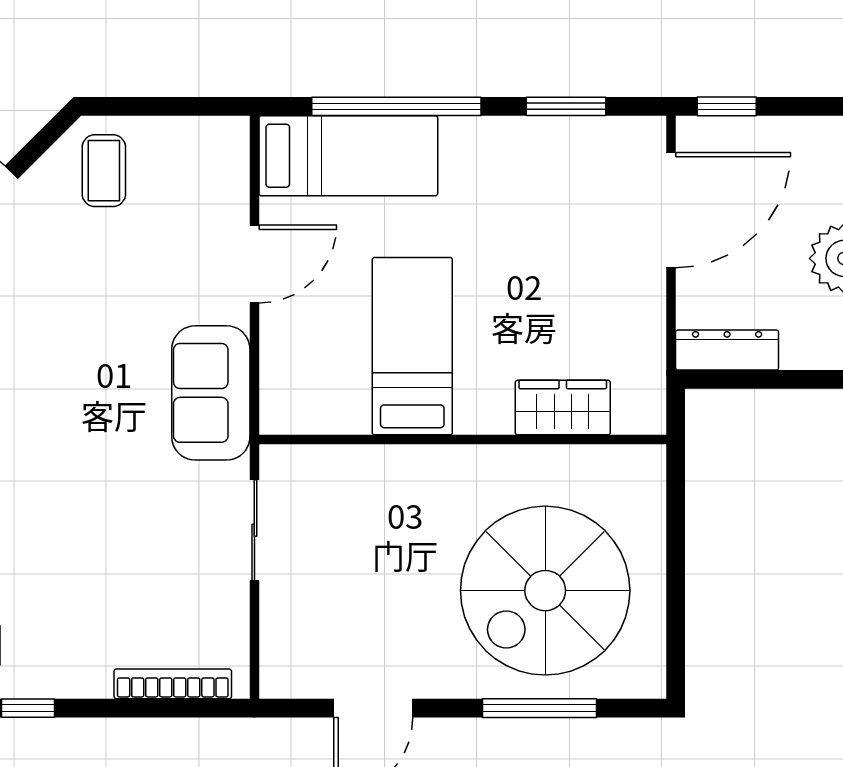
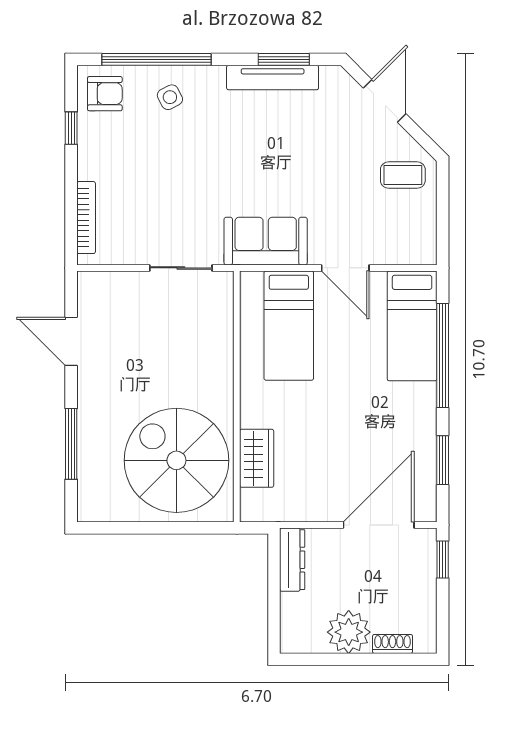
door: (671, 210) -> (379, 525), swing flipped
bed: (412, 346) -> (289, 326), moved, turned 90
spiral stairs: (545, 591) -> (176, 460), moved

